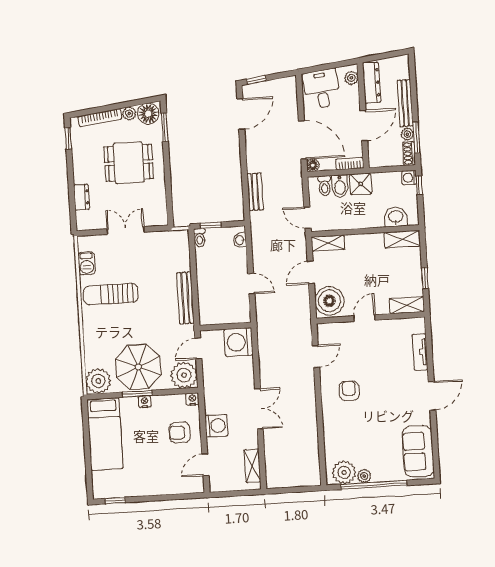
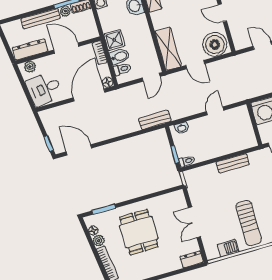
floor lamp: (148, 114) -> (93, 231), width x0.53, depth x0.53
bench: (255, 192) -> (155, 120), moved
dresser: (82, 197) -> (192, 259), moved
shelving: (328, 243) -> (168, 49), width x1.50, depth x1.33
bench: (185, 298) -> (233, 163), width x0.73

